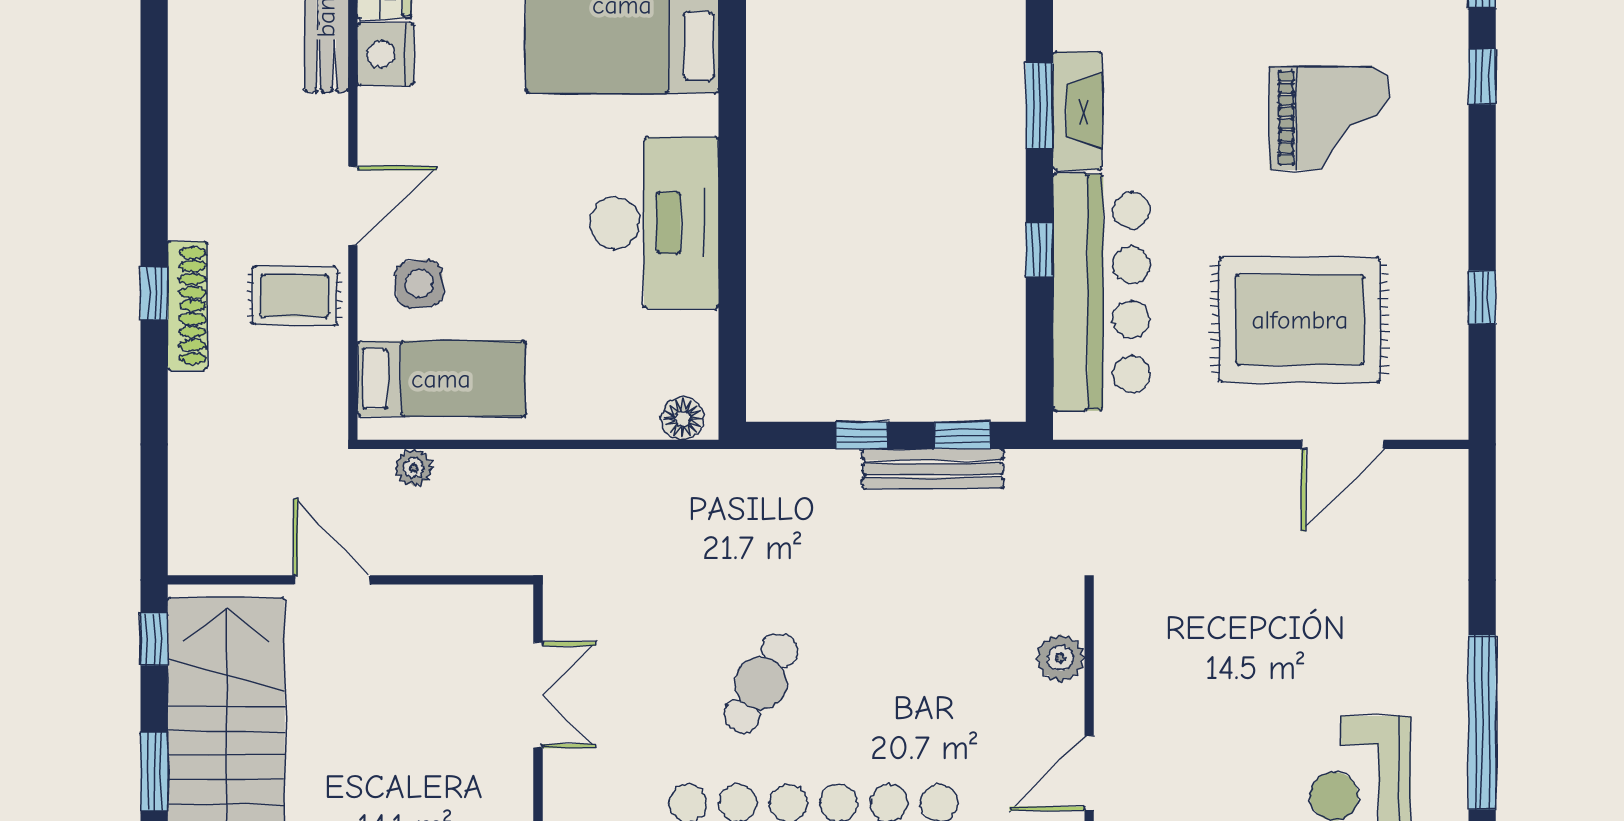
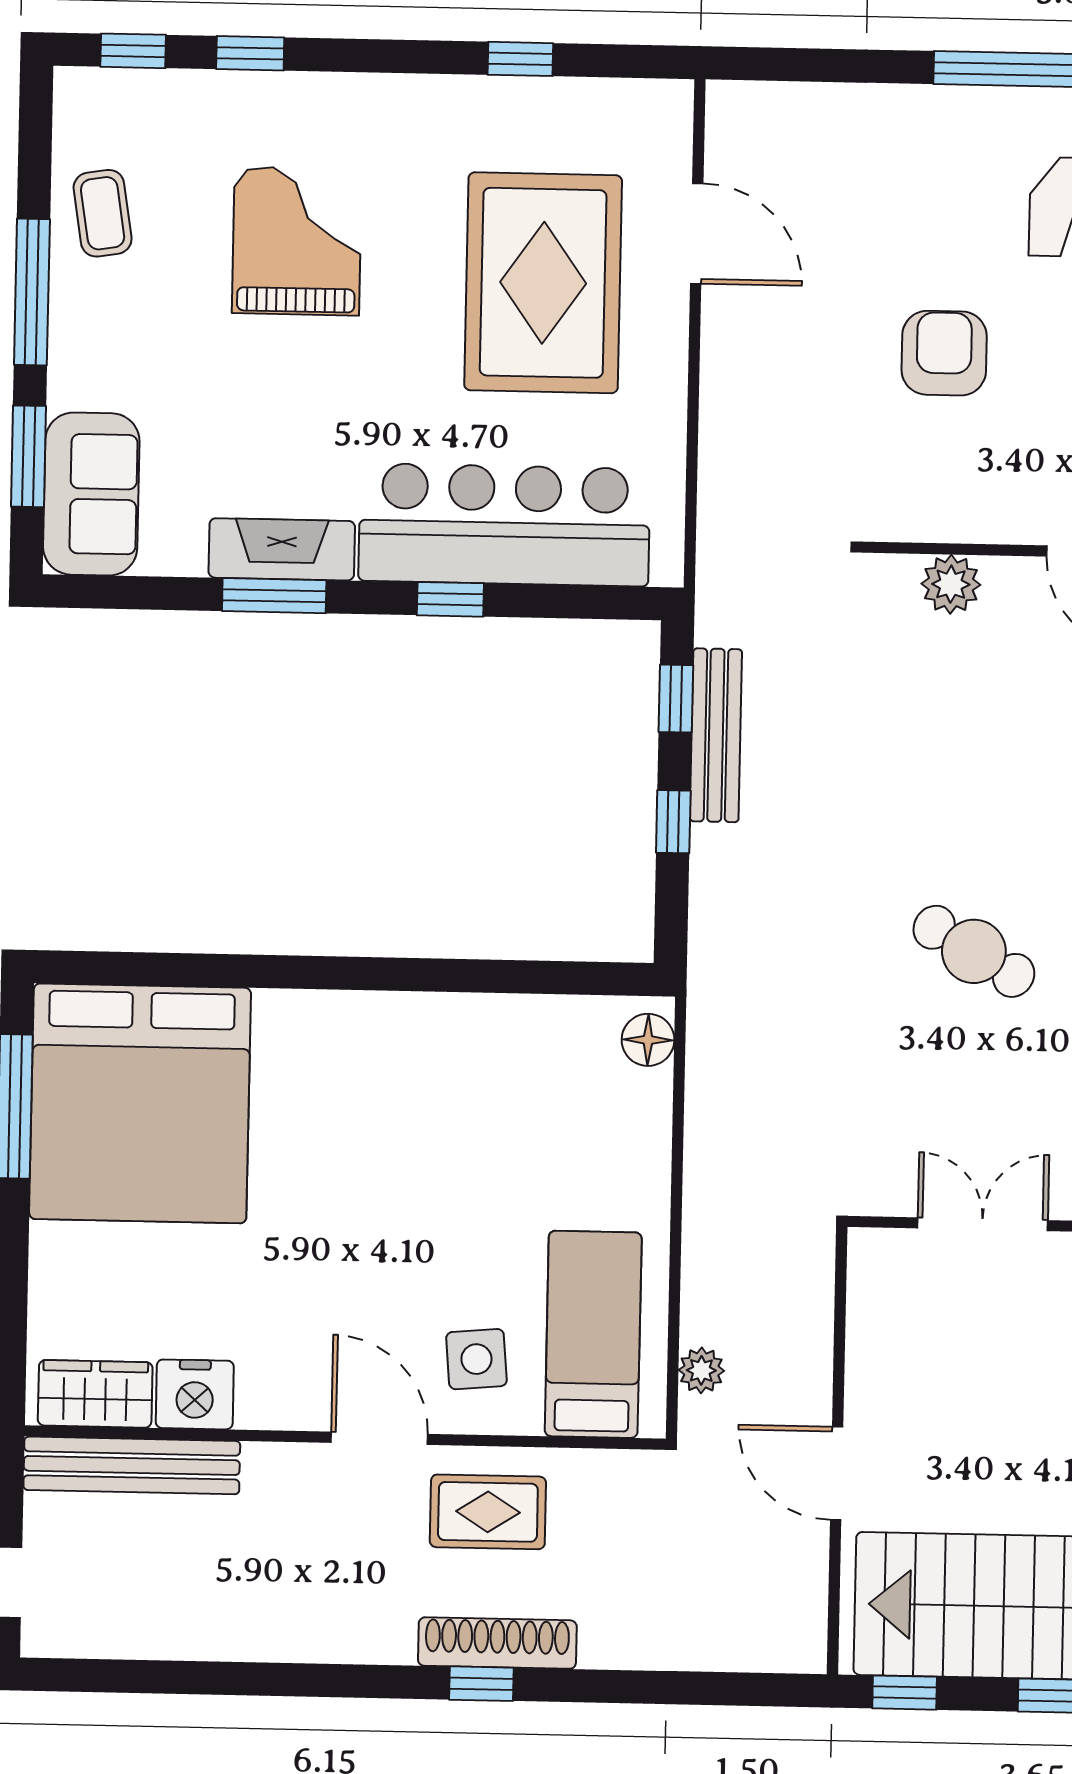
desk: (654, 223) -> (408, 1070), removed
rug: (295, 296) -> (488, 1512), turned 90
door: (332, 580) -> (837, 1473), hinge flipped
armchair: (1249, 649) -> (944, 353), added

